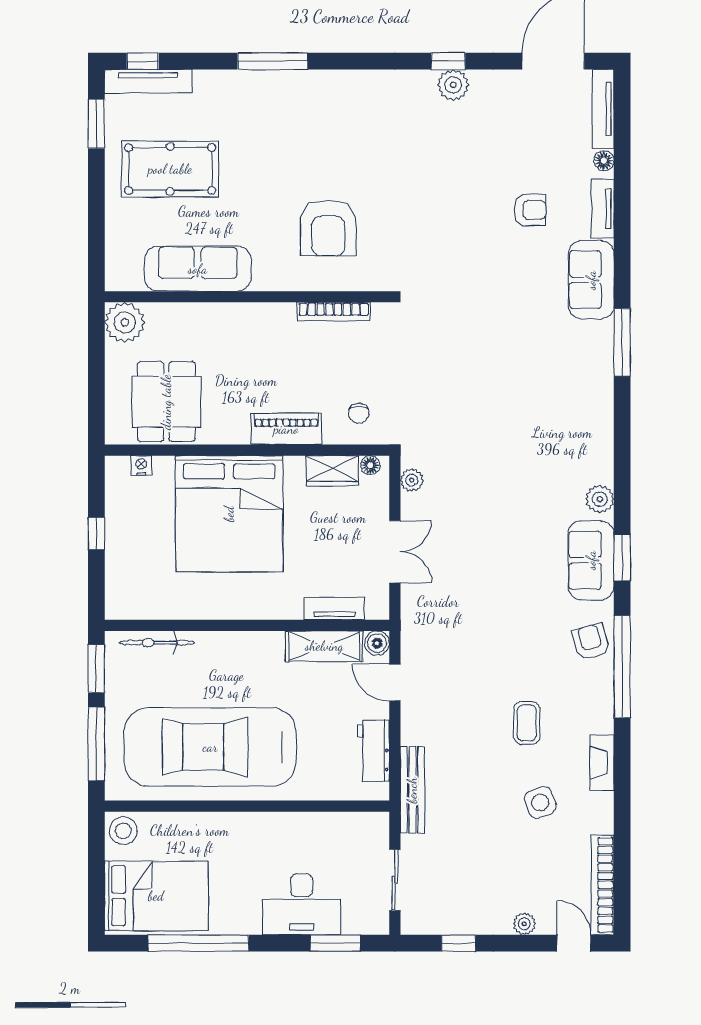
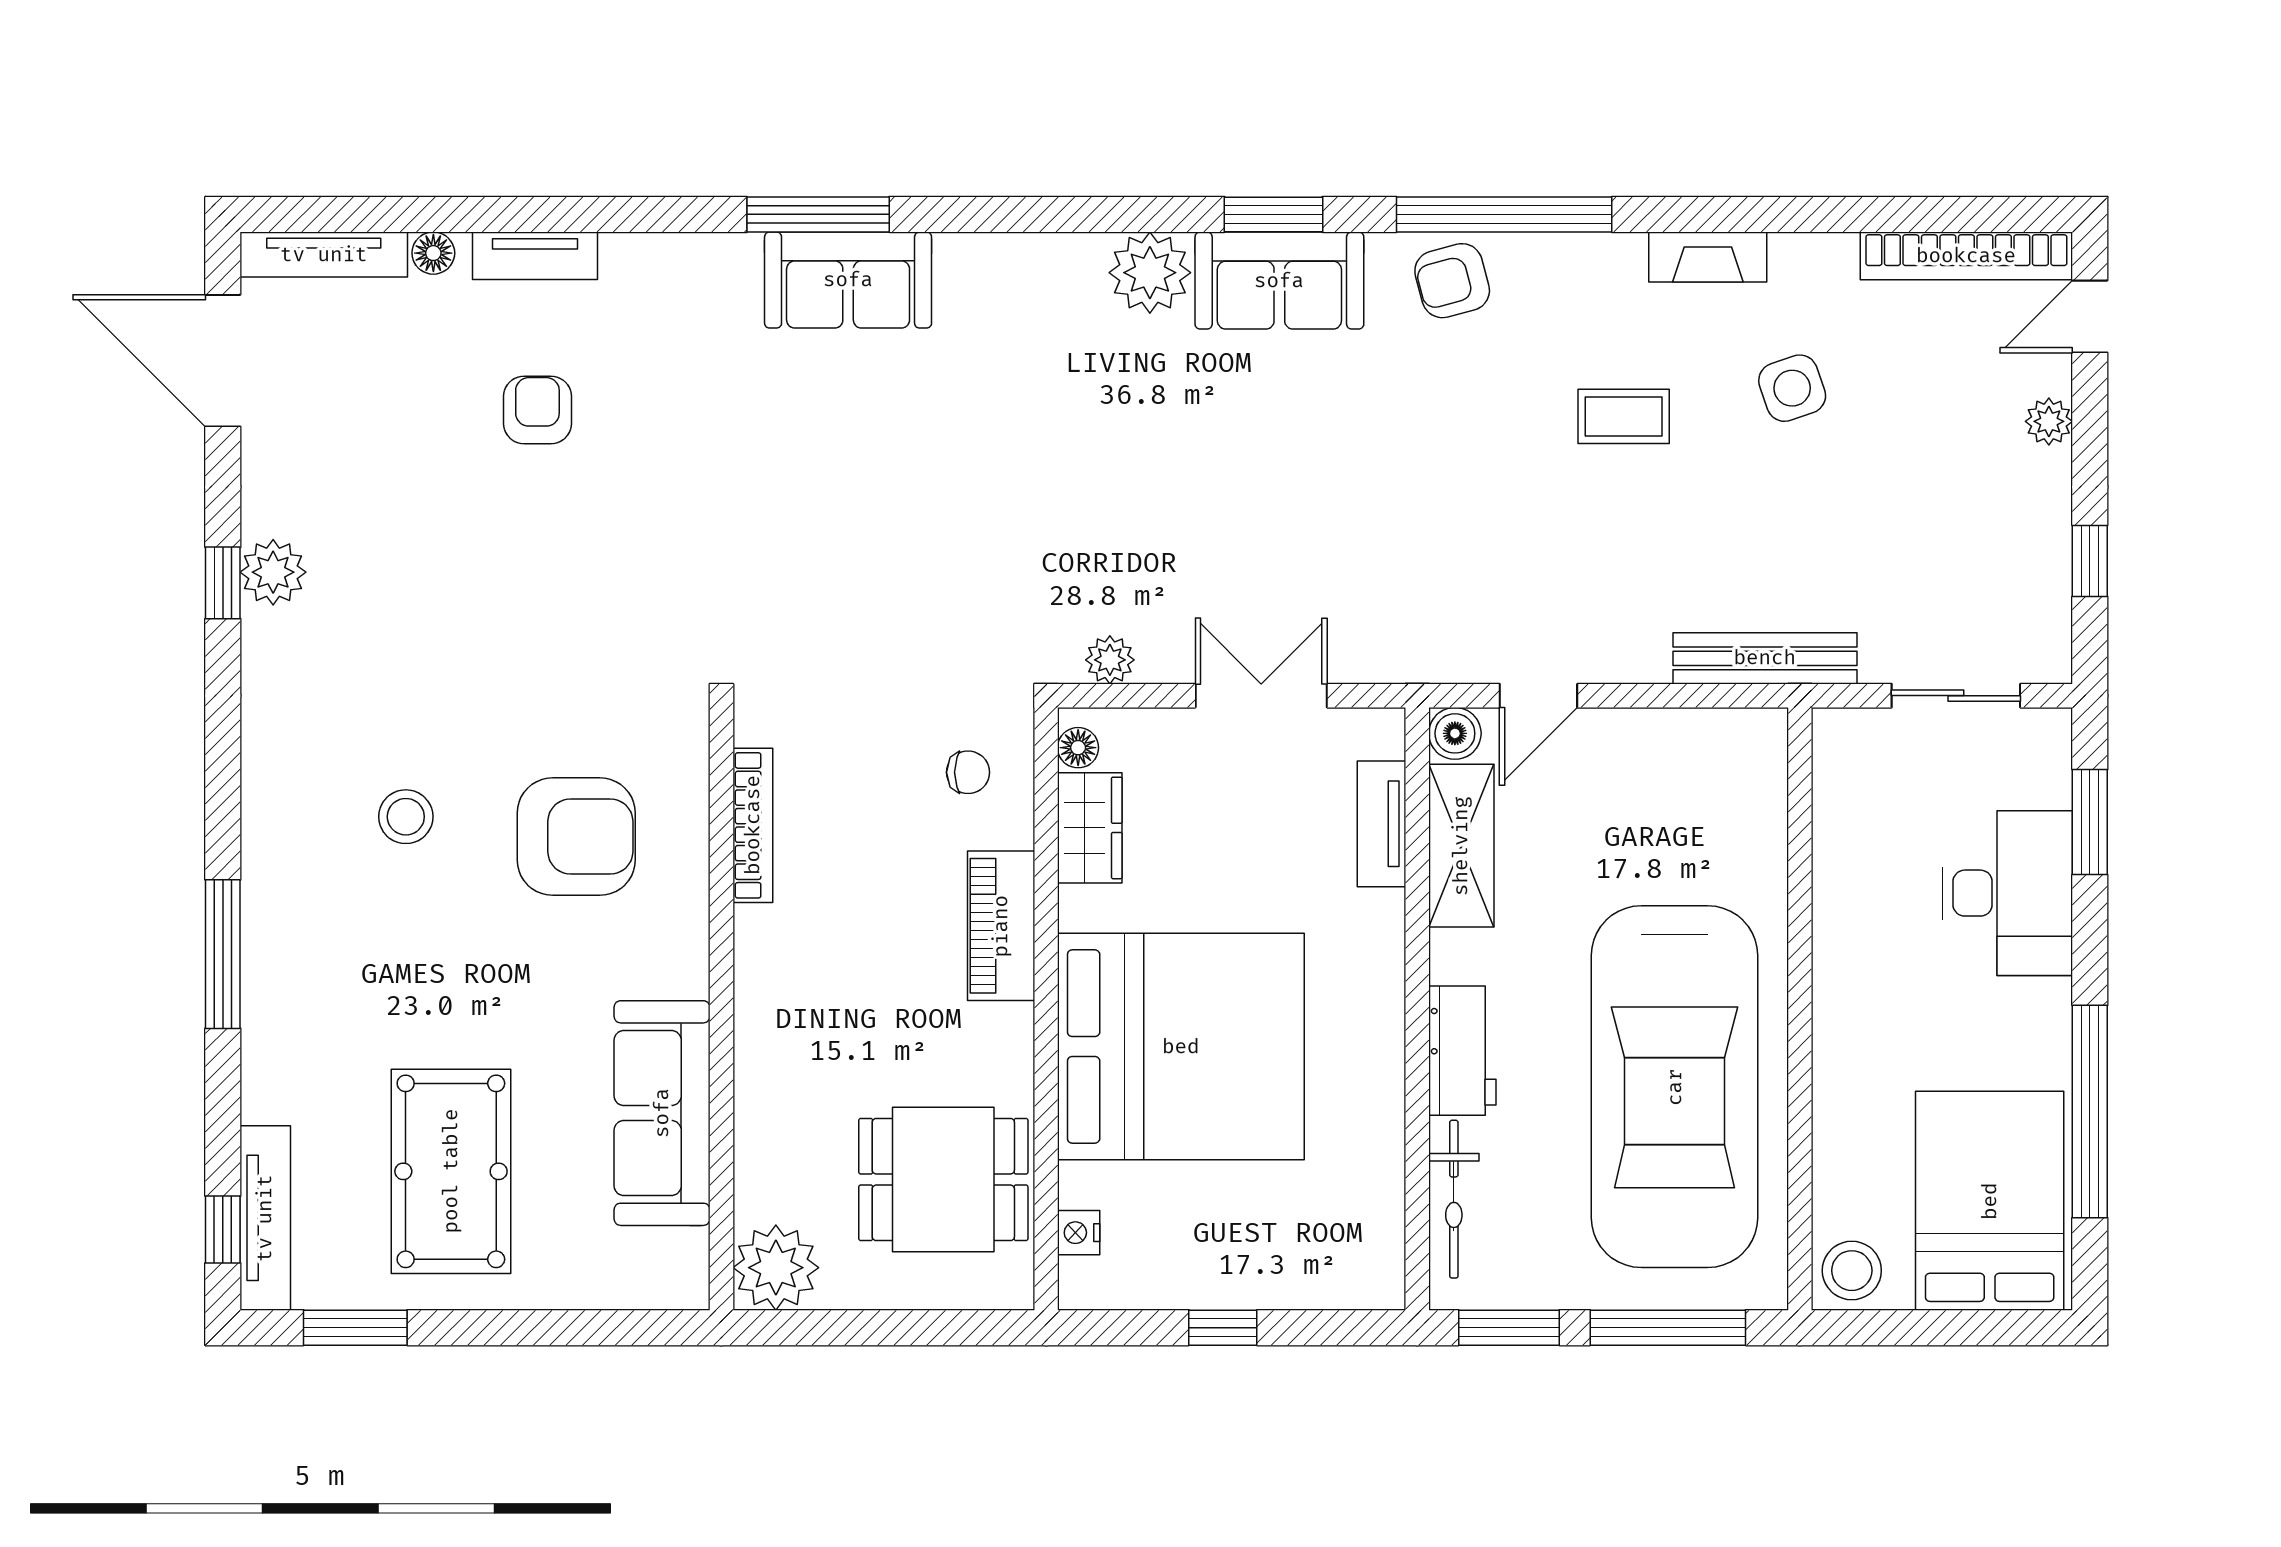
stool: (338, 148) -> (406, 817), added
sofa: (591, 280) -> (848, 280), moved
plant: (600, 499) -> (1150, 273), width x1.36, depth x1.36
workbench: (374, 751) -> (1462, 1051), moved, turned -90

